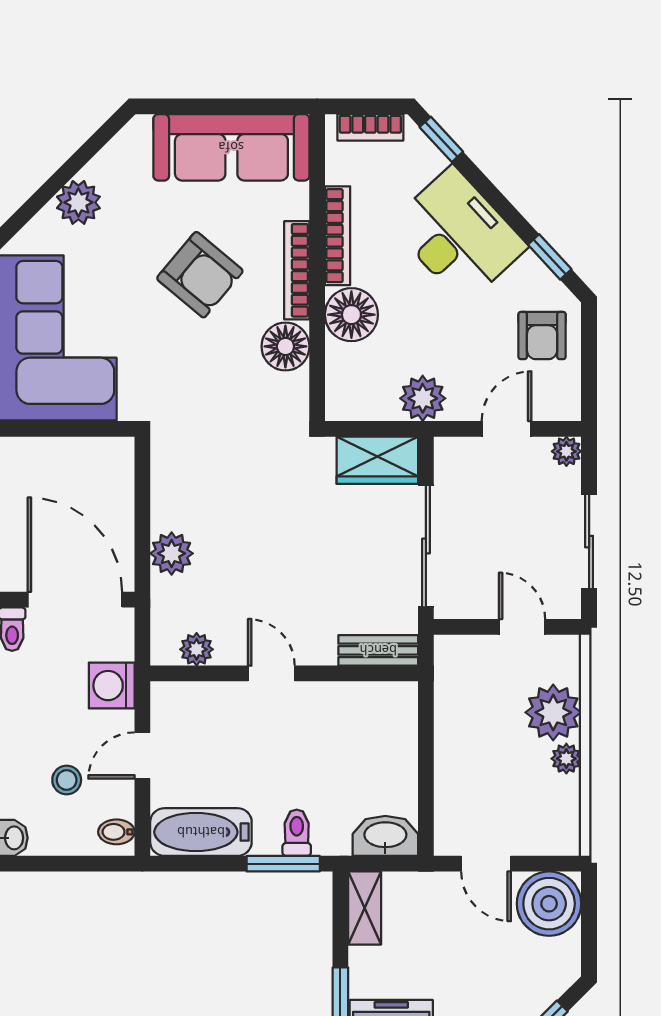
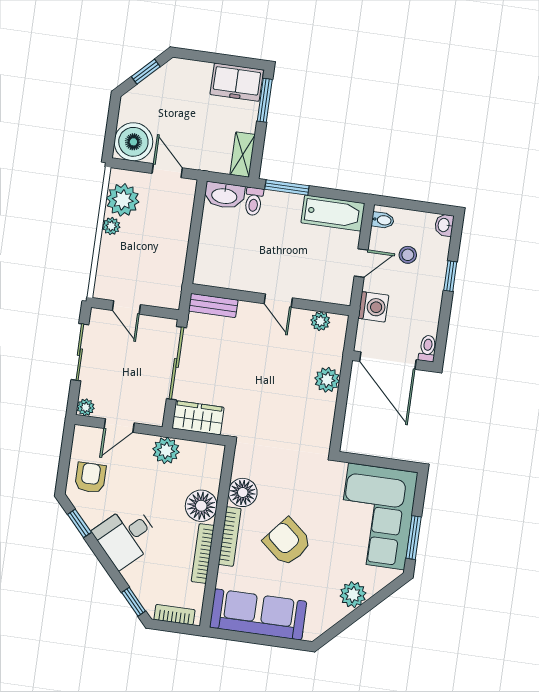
desk: (458, 235) -> (126, 536), width x0.73
plant: (553, 712) -> (123, 200), moved
toilet: (297, 833) -> (254, 201), moved

